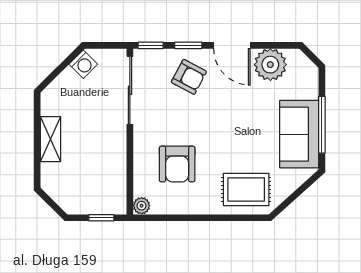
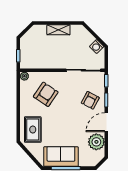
armchair: (177, 164) -> (46, 94), turned 124

